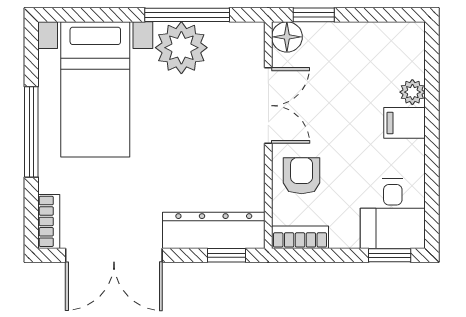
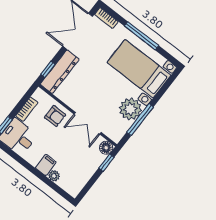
bookcase: (300, 237) -> (27, 109), moved

